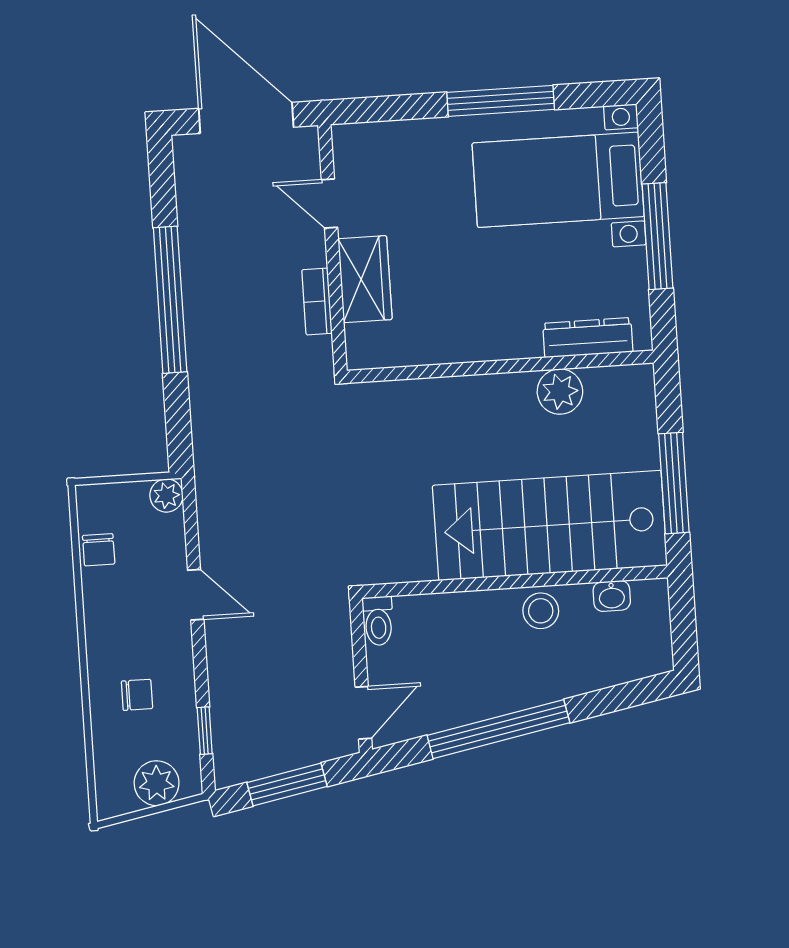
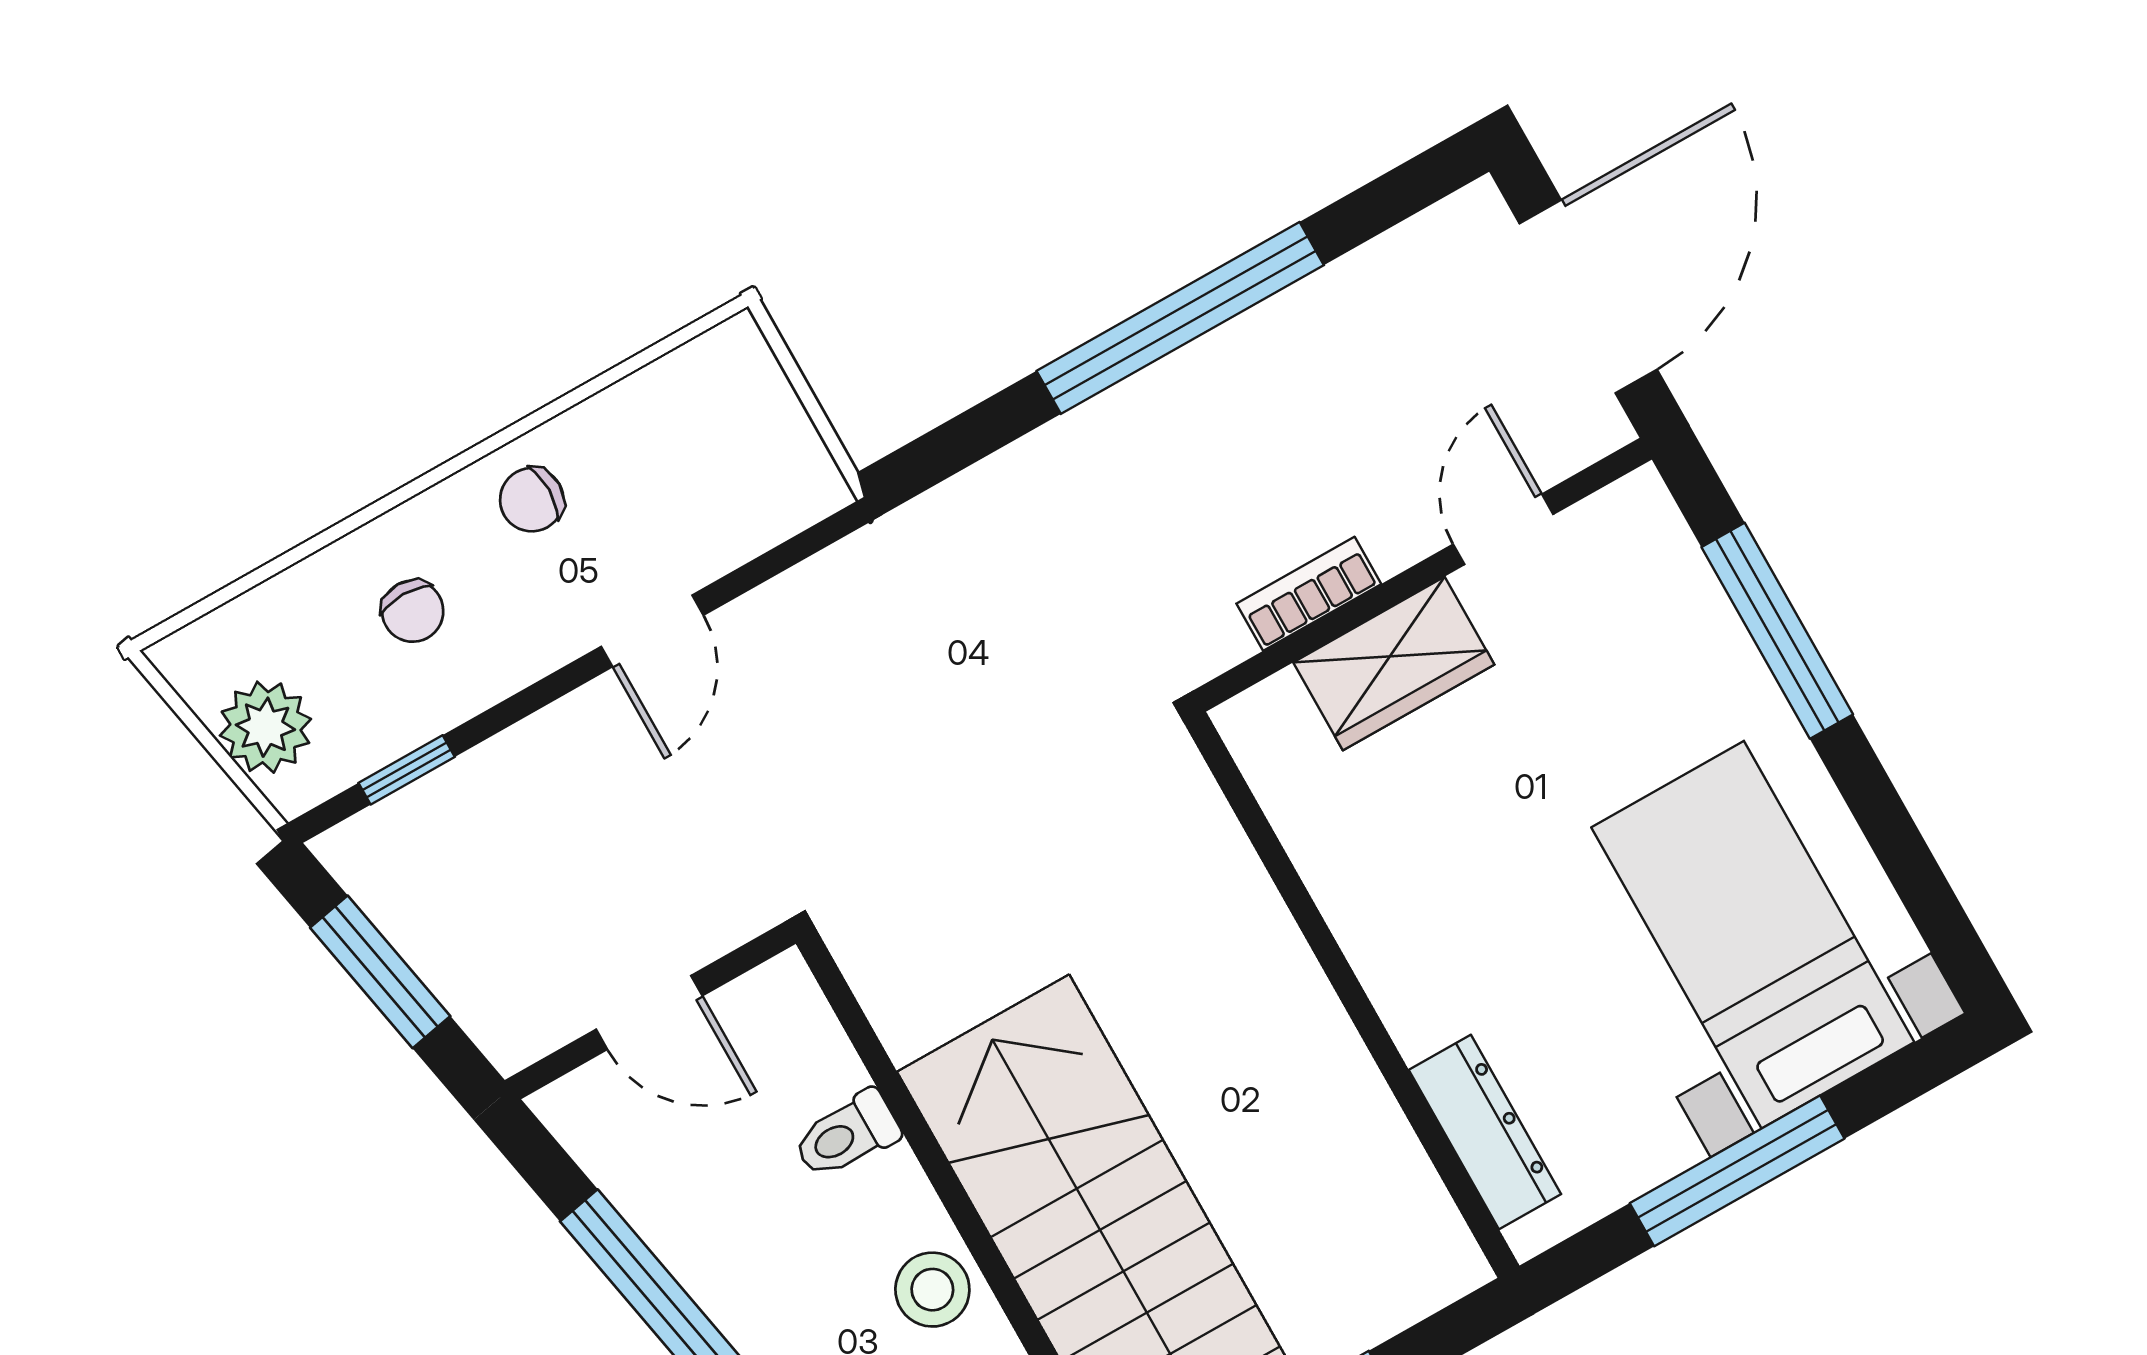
window: (501, 101) -> (1777, 631), moved
plant: (560, 392) -> (1359, 1128), removed
plant: (166, 495) -> (811, 487), removed
chair: (99, 550) -> (532, 500), moved
toilet: (378, 621) -> (847, 1135), moved
door: (363, 713) -> (649, 1012), moved

